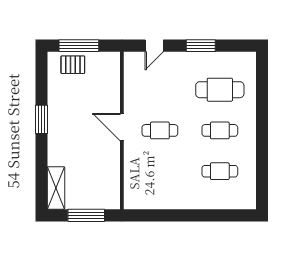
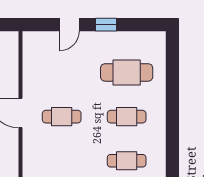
door: (154, 46) -> (69, 25), moved
window: (201, 46) -> (106, 25), width x0.67

